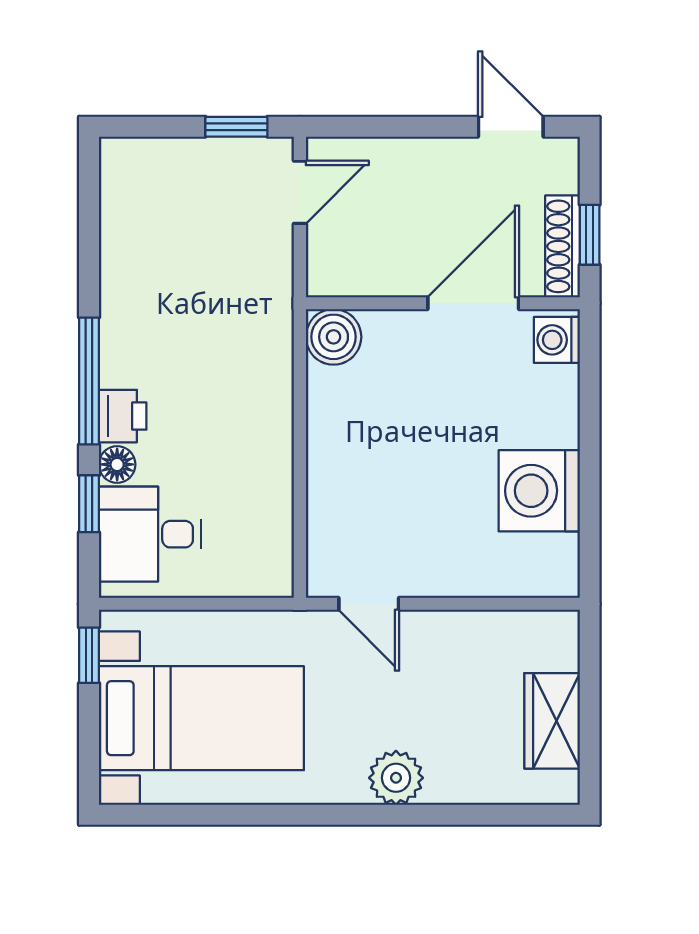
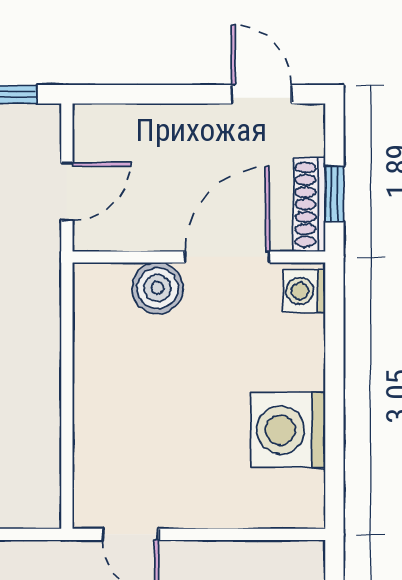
door: (300, 192) -> (67, 191), moved
boiler: (334, 337) -> (158, 288), moved

